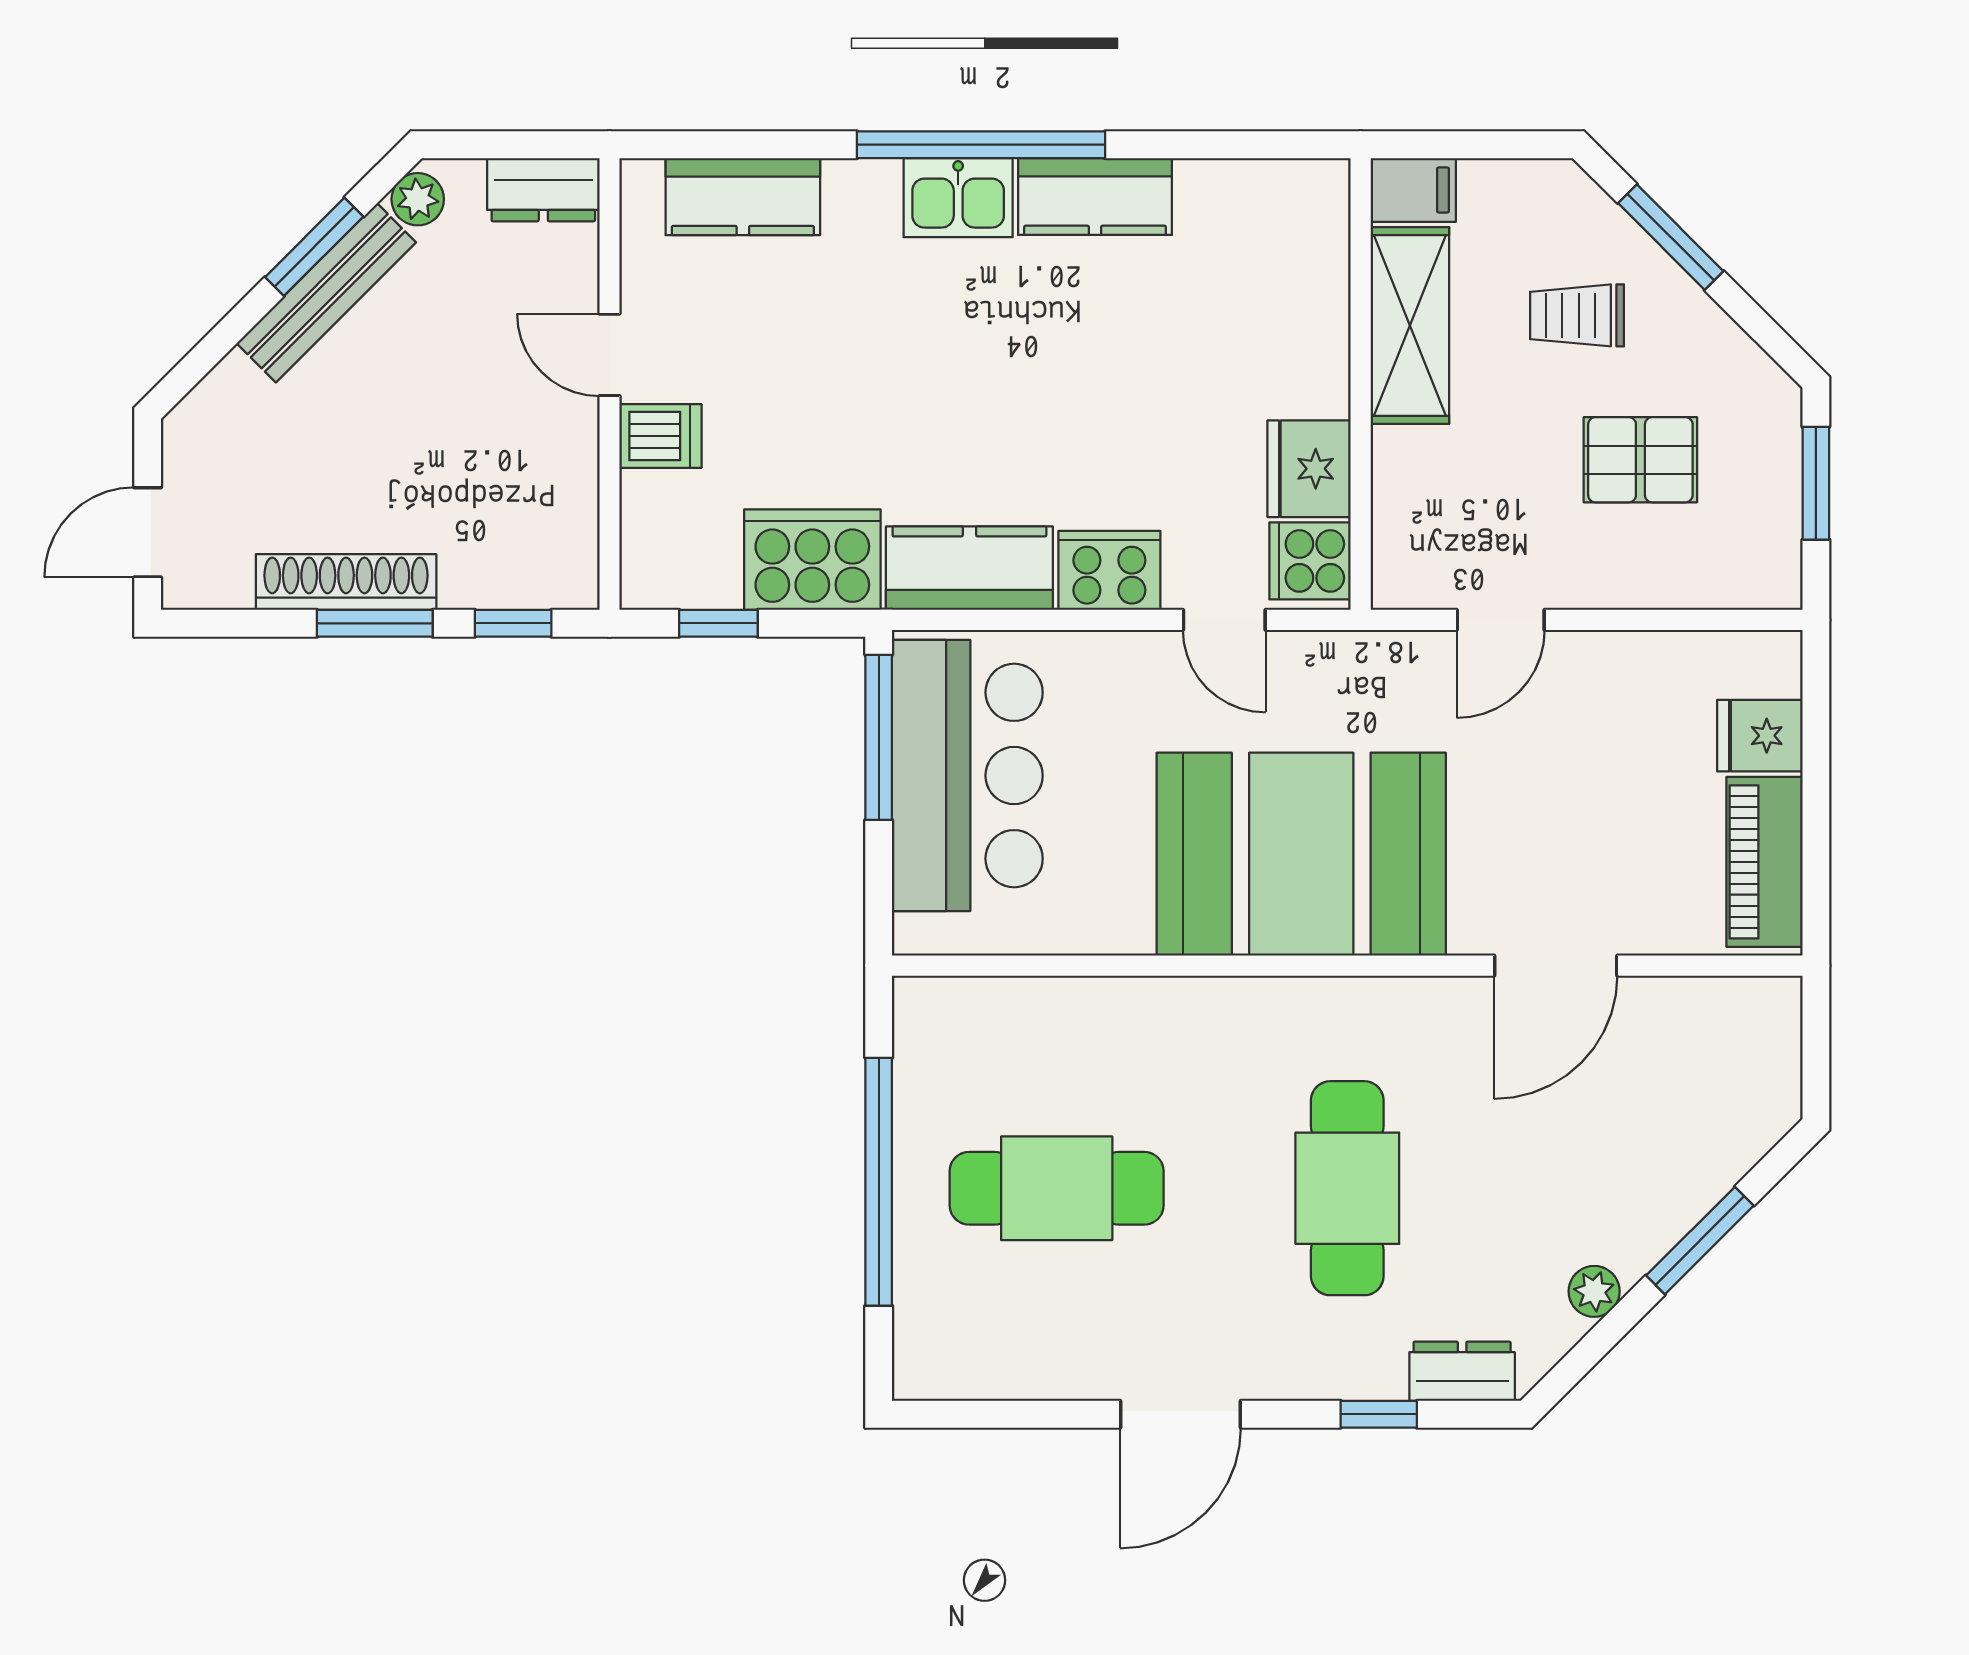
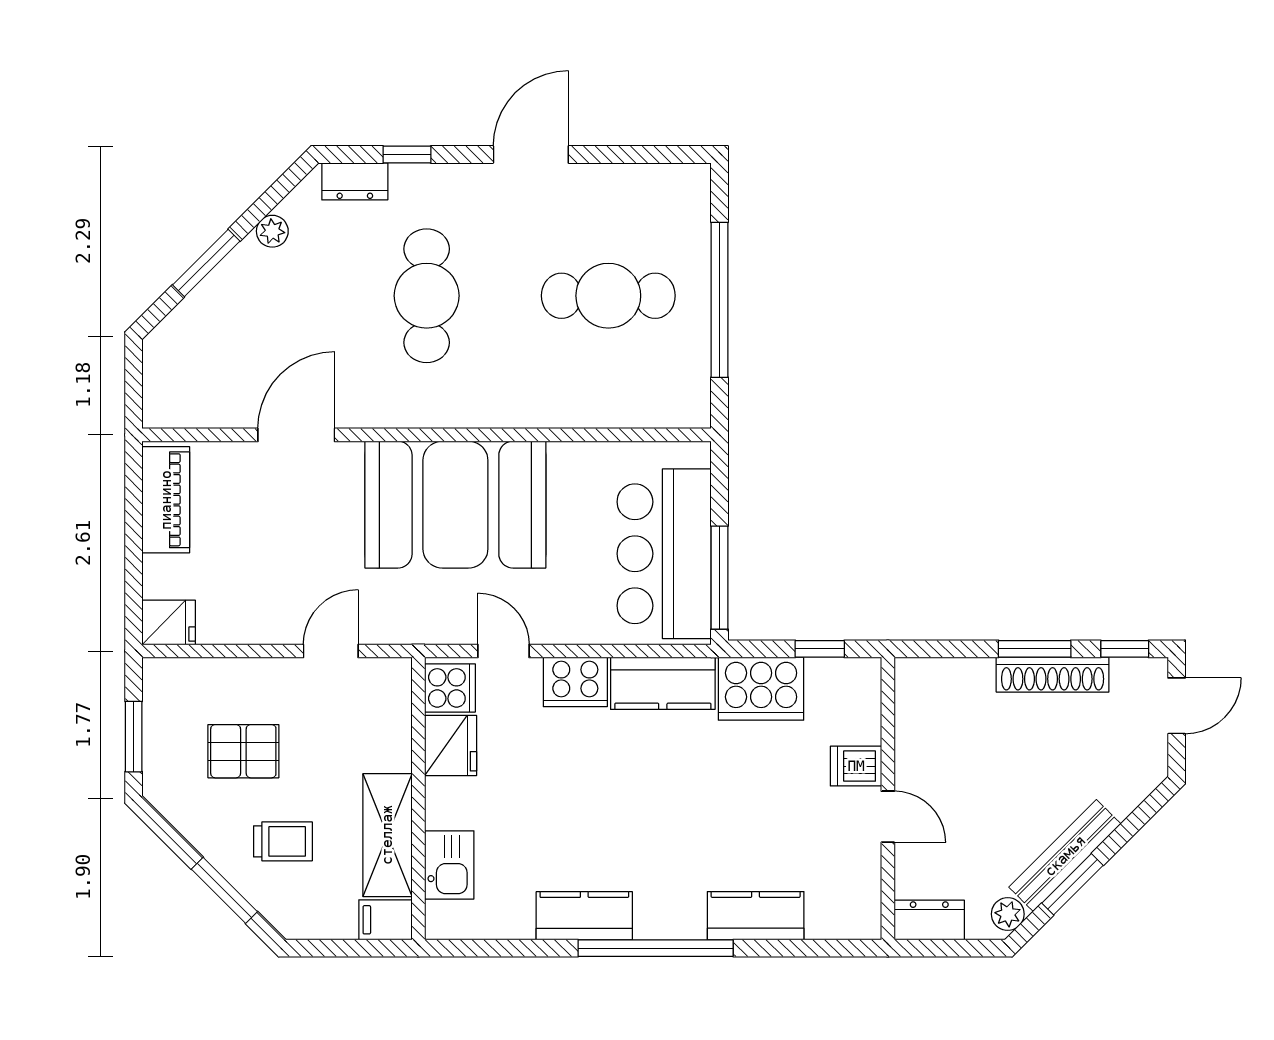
kitchen counter: (743, 197) -> (756, 916), moved
kitchen sink: (958, 198) -> (449, 865), moved, turned 90
window: (513, 623) -> (1125, 649), moved
fridge: (1760, 736) -> (169, 622), moved

